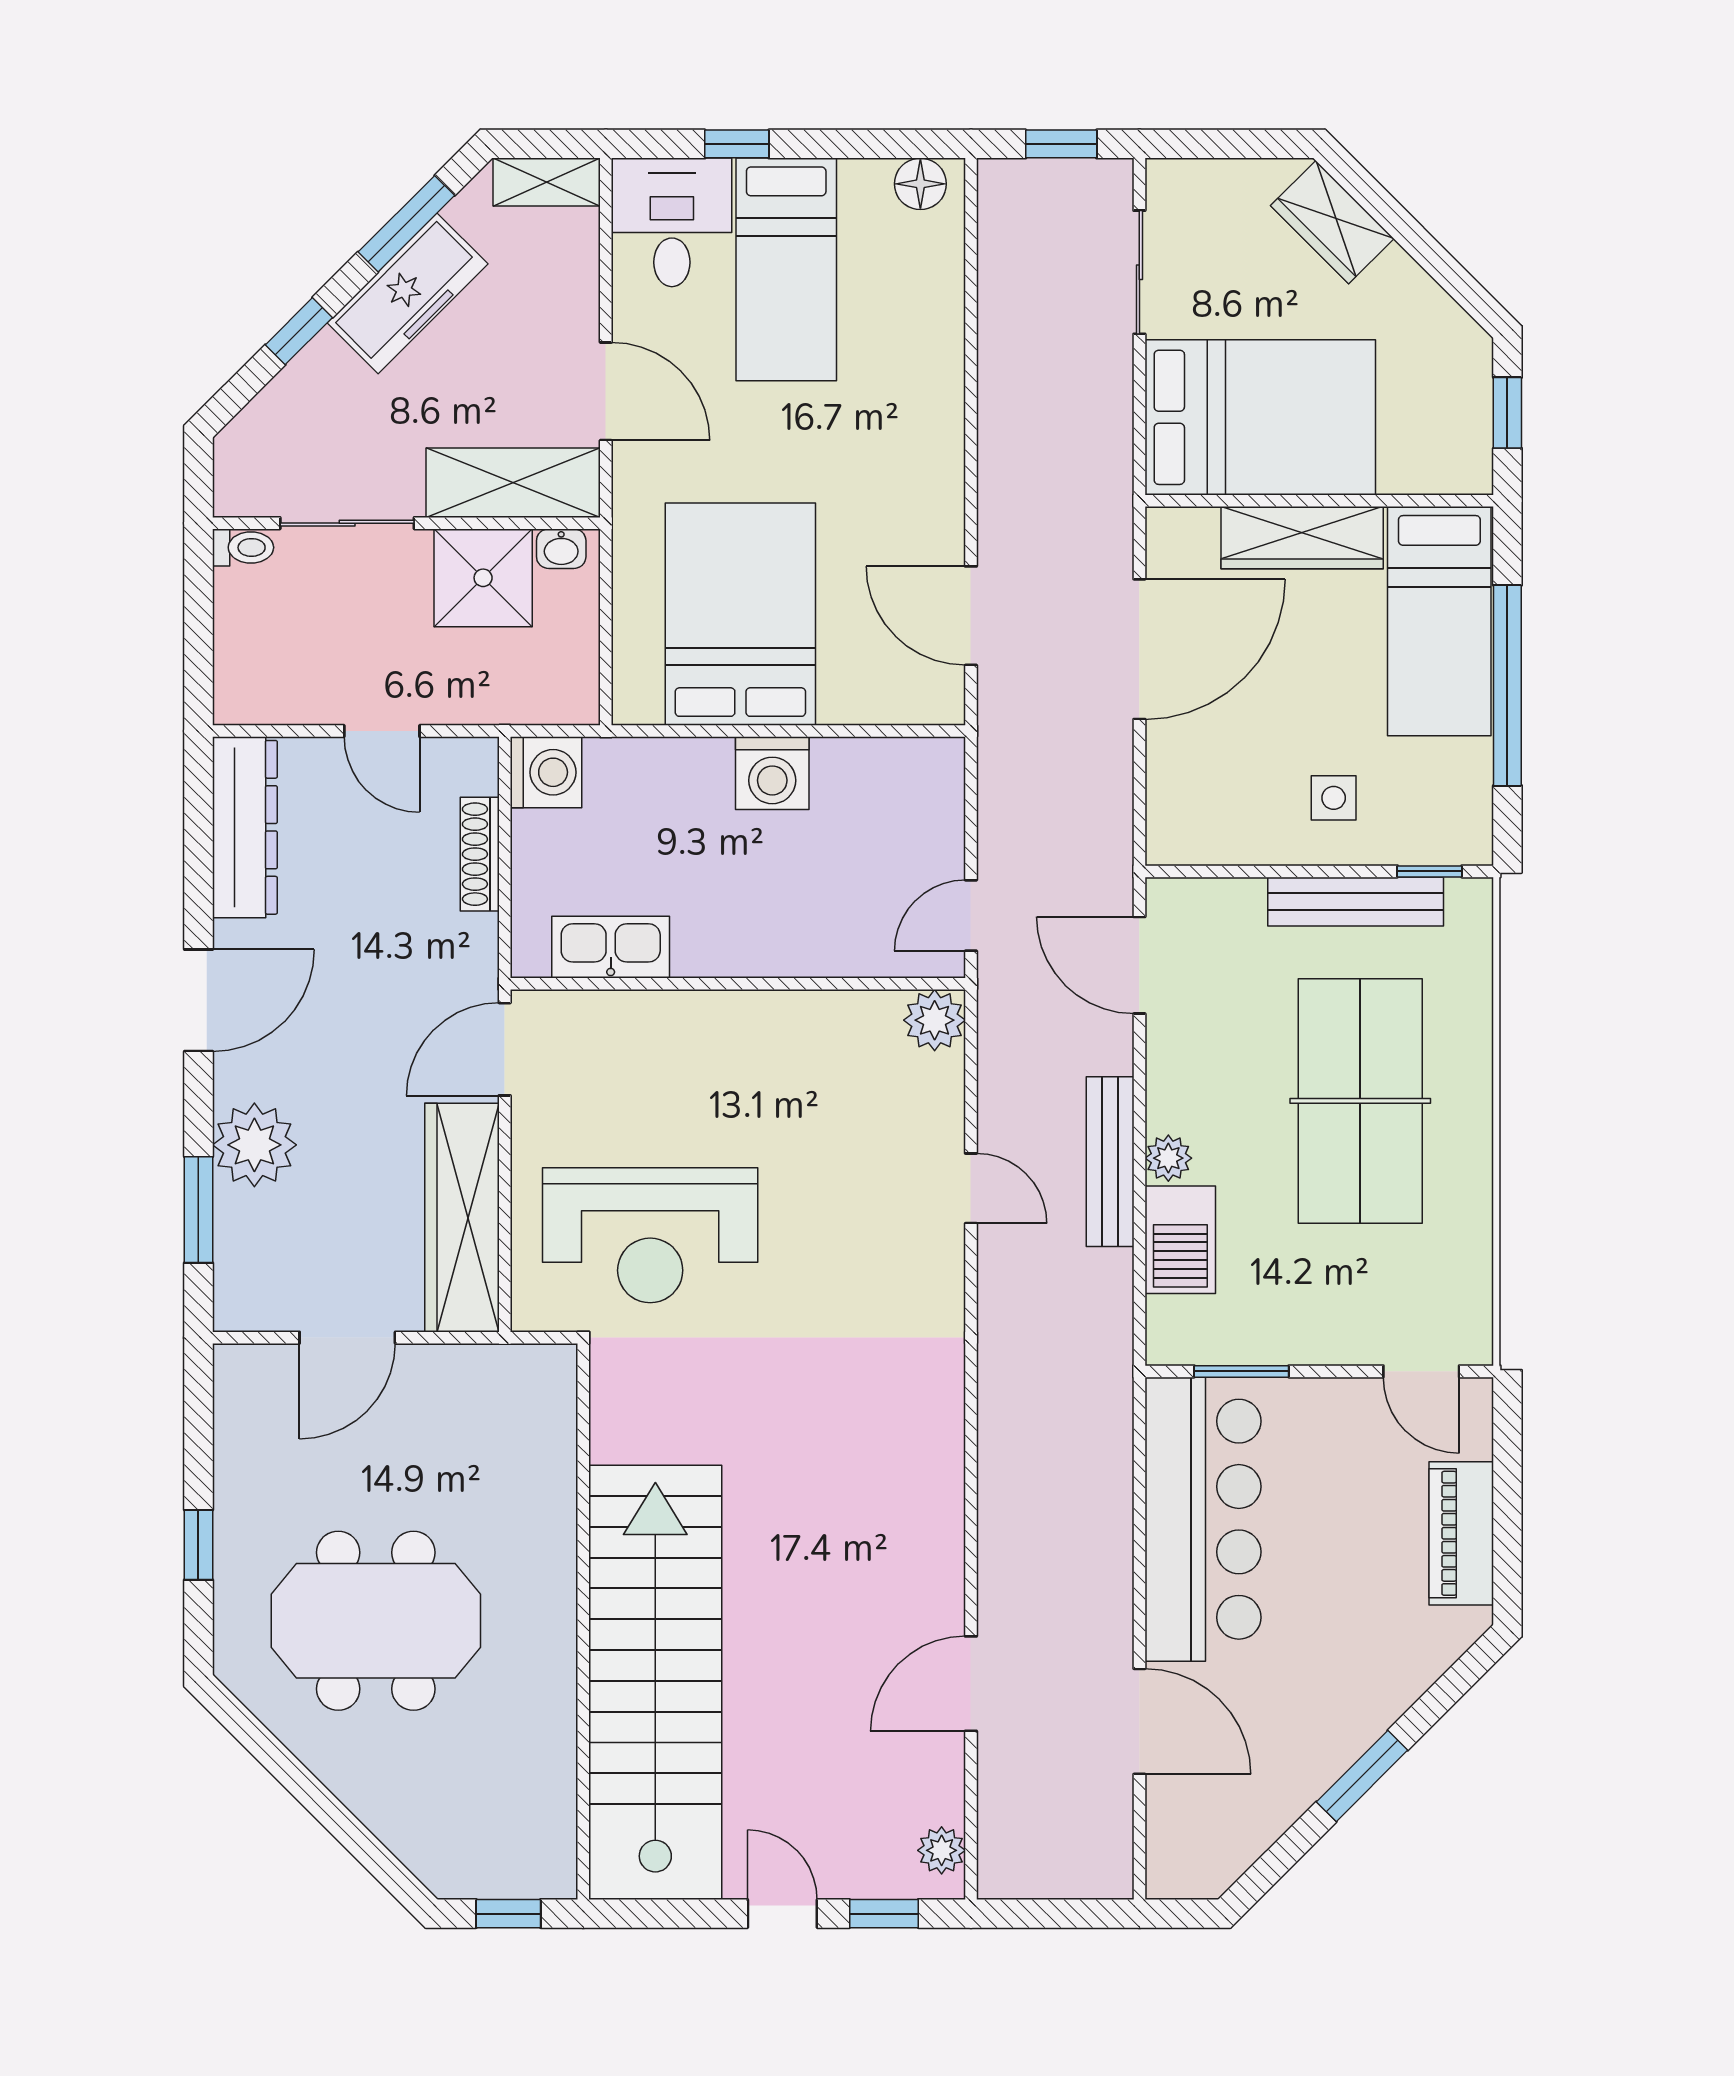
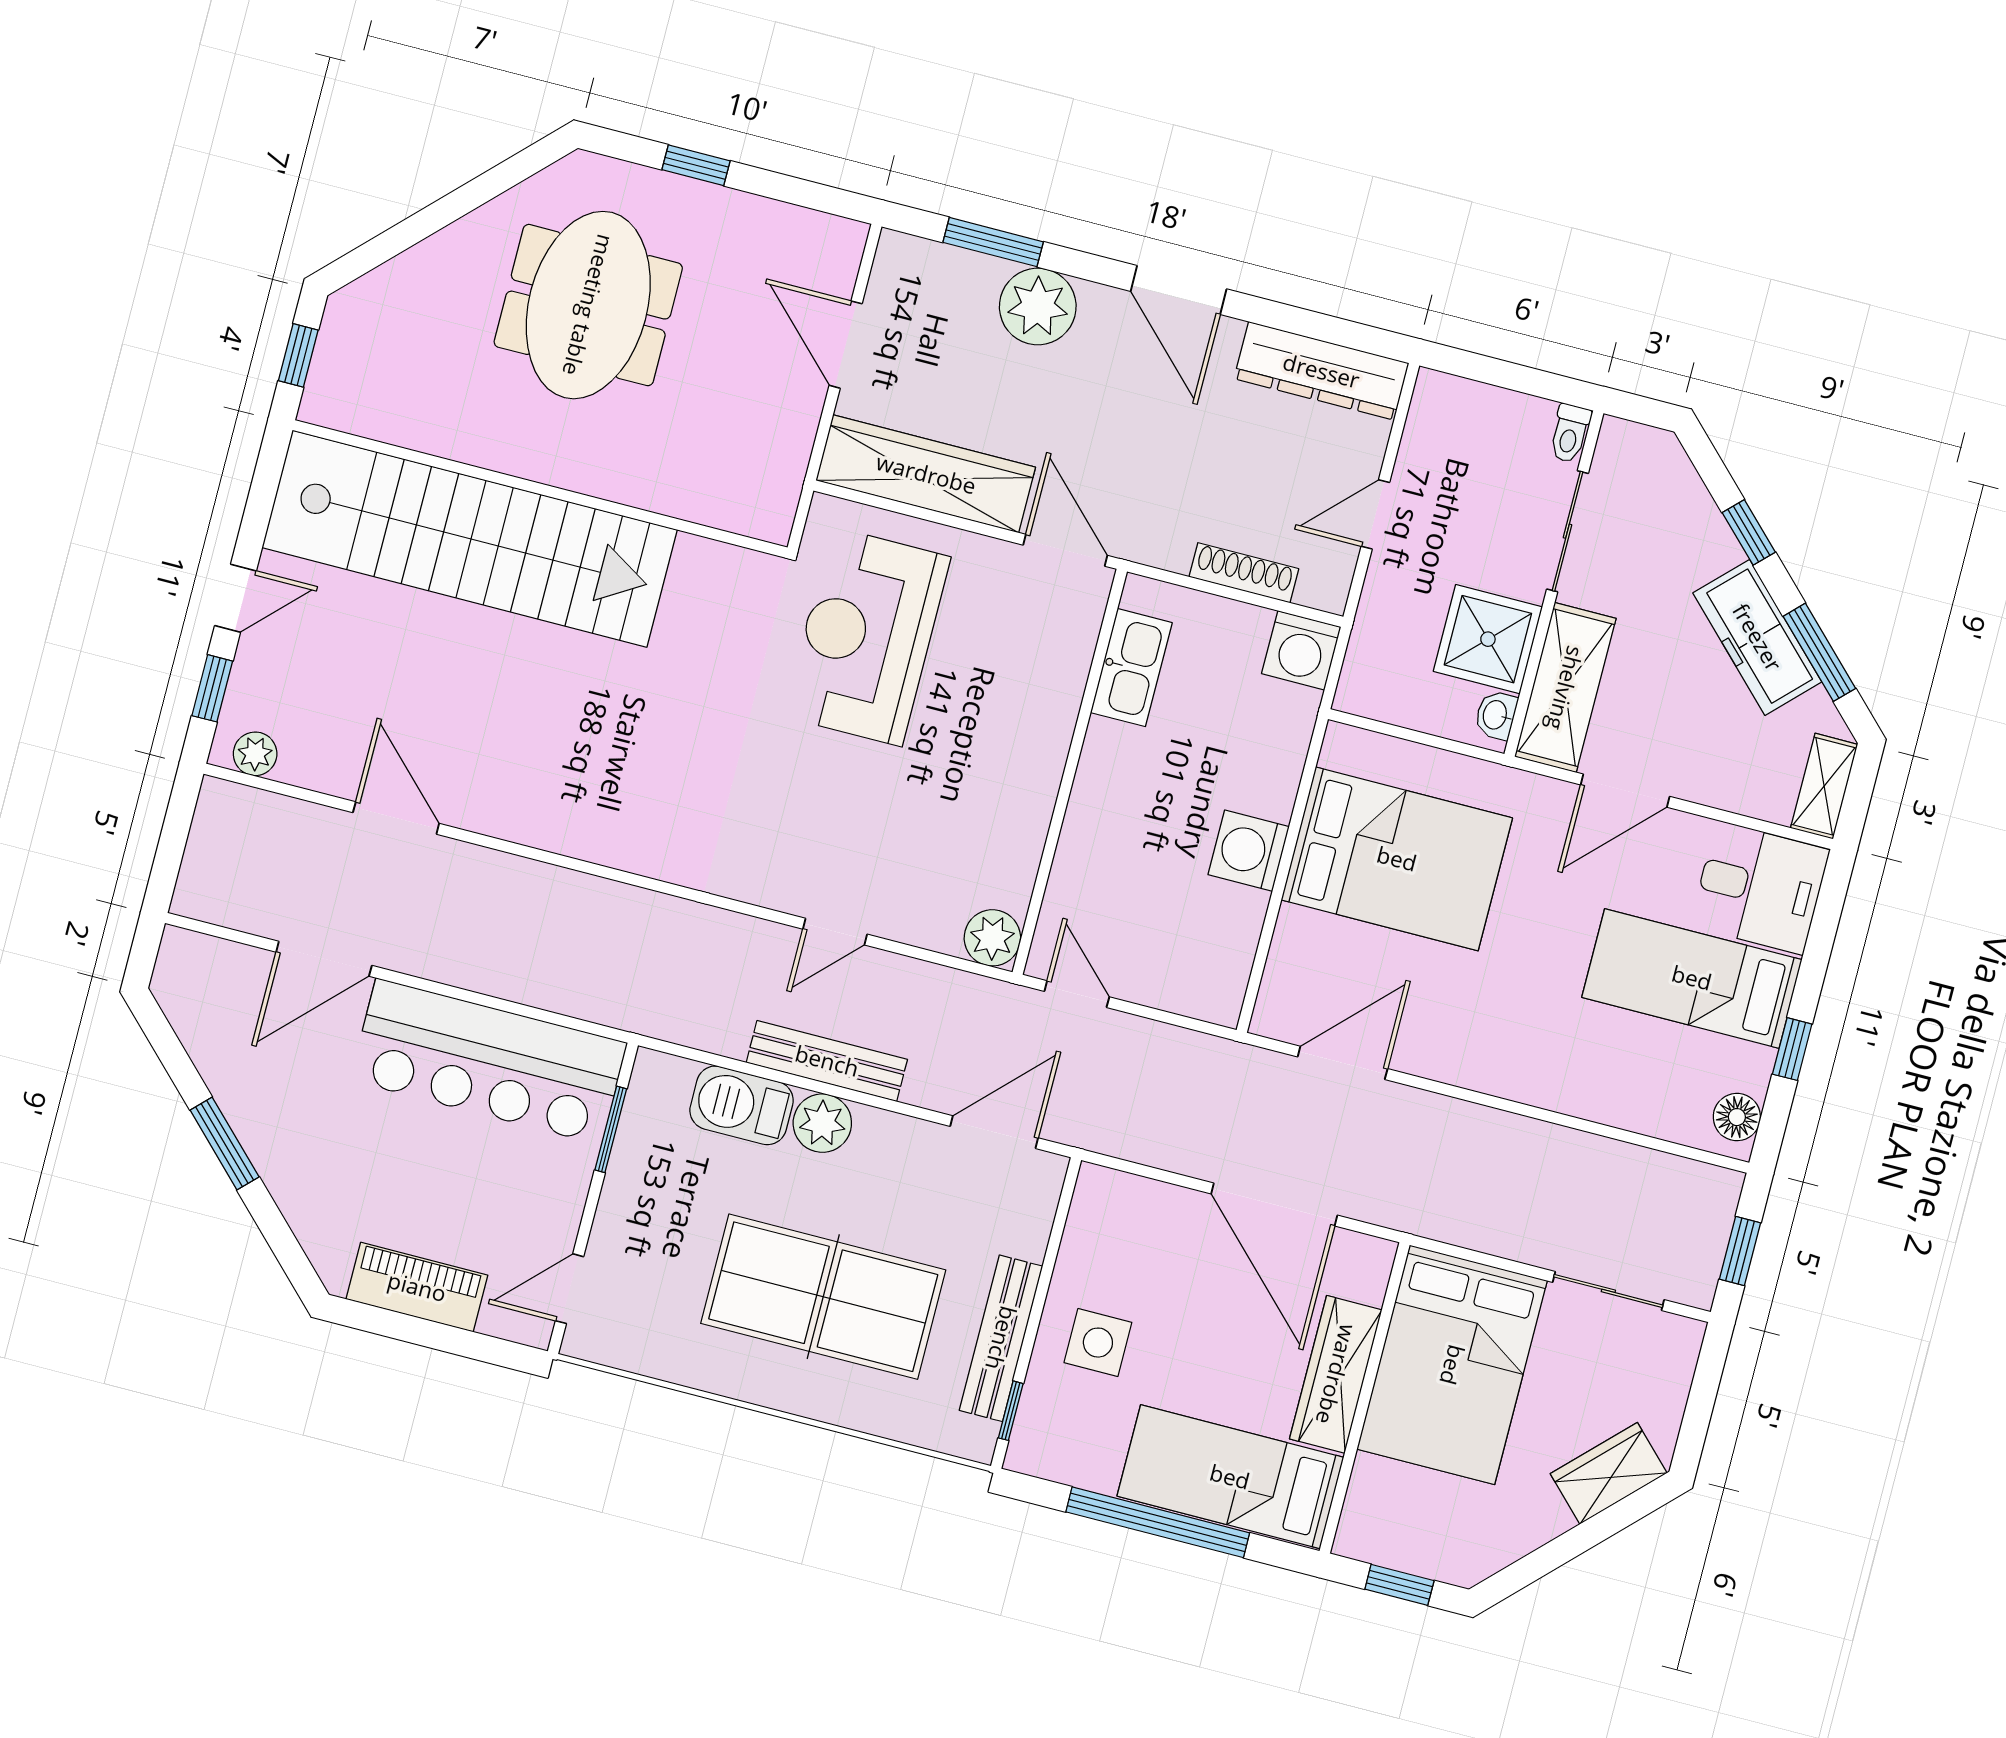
window: (737, 144) -> (1792, 1049), moved
side table: (1334, 798) -> (1098, 1343), width x1.37, depth x1.37
plant: (1168, 1158) -> (822, 1123), width x1.38, depth x1.38

